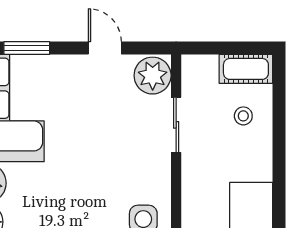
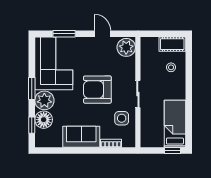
sliding door: (176, 125) -> (138, 94), moved
armchair: (94, 161) -> (97, 90), added

